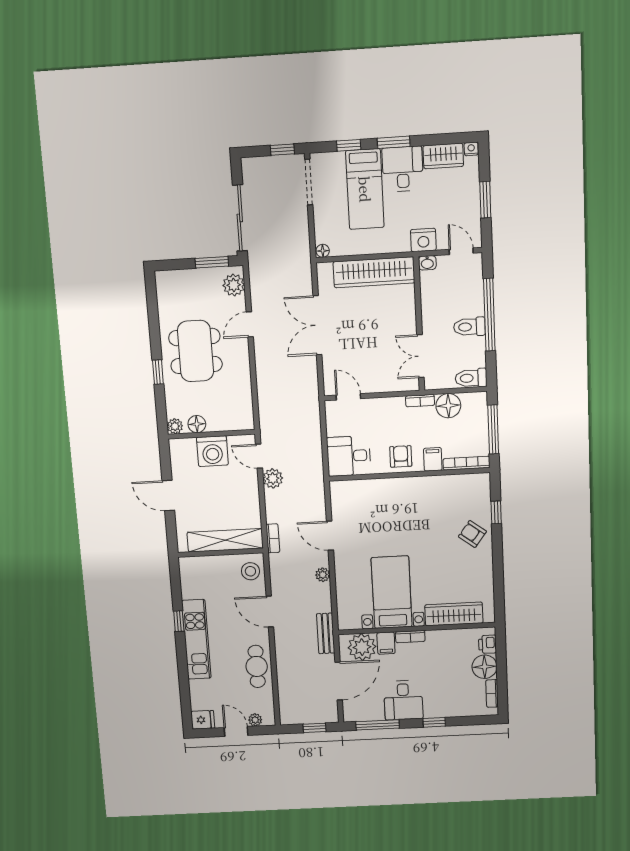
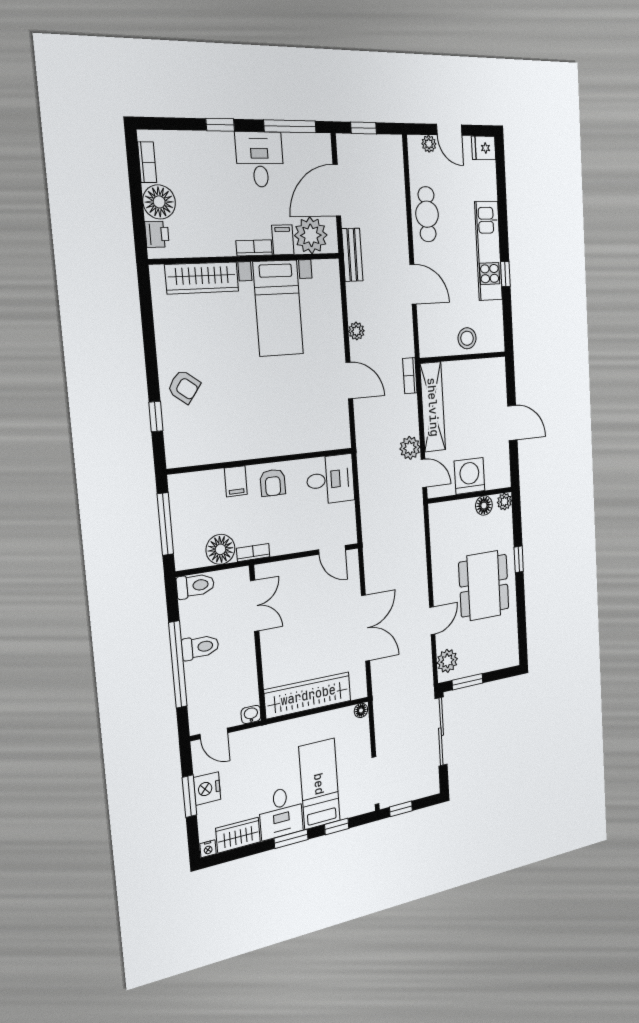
nightstand: (423, 240) -> (207, 789), moved, turned -90
bookcase: (466, 463) -> (196, 479), removed
shelving: (225, 540) -> (433, 407), moved, turned 90
stool: (250, 571) -> (467, 338), moved

